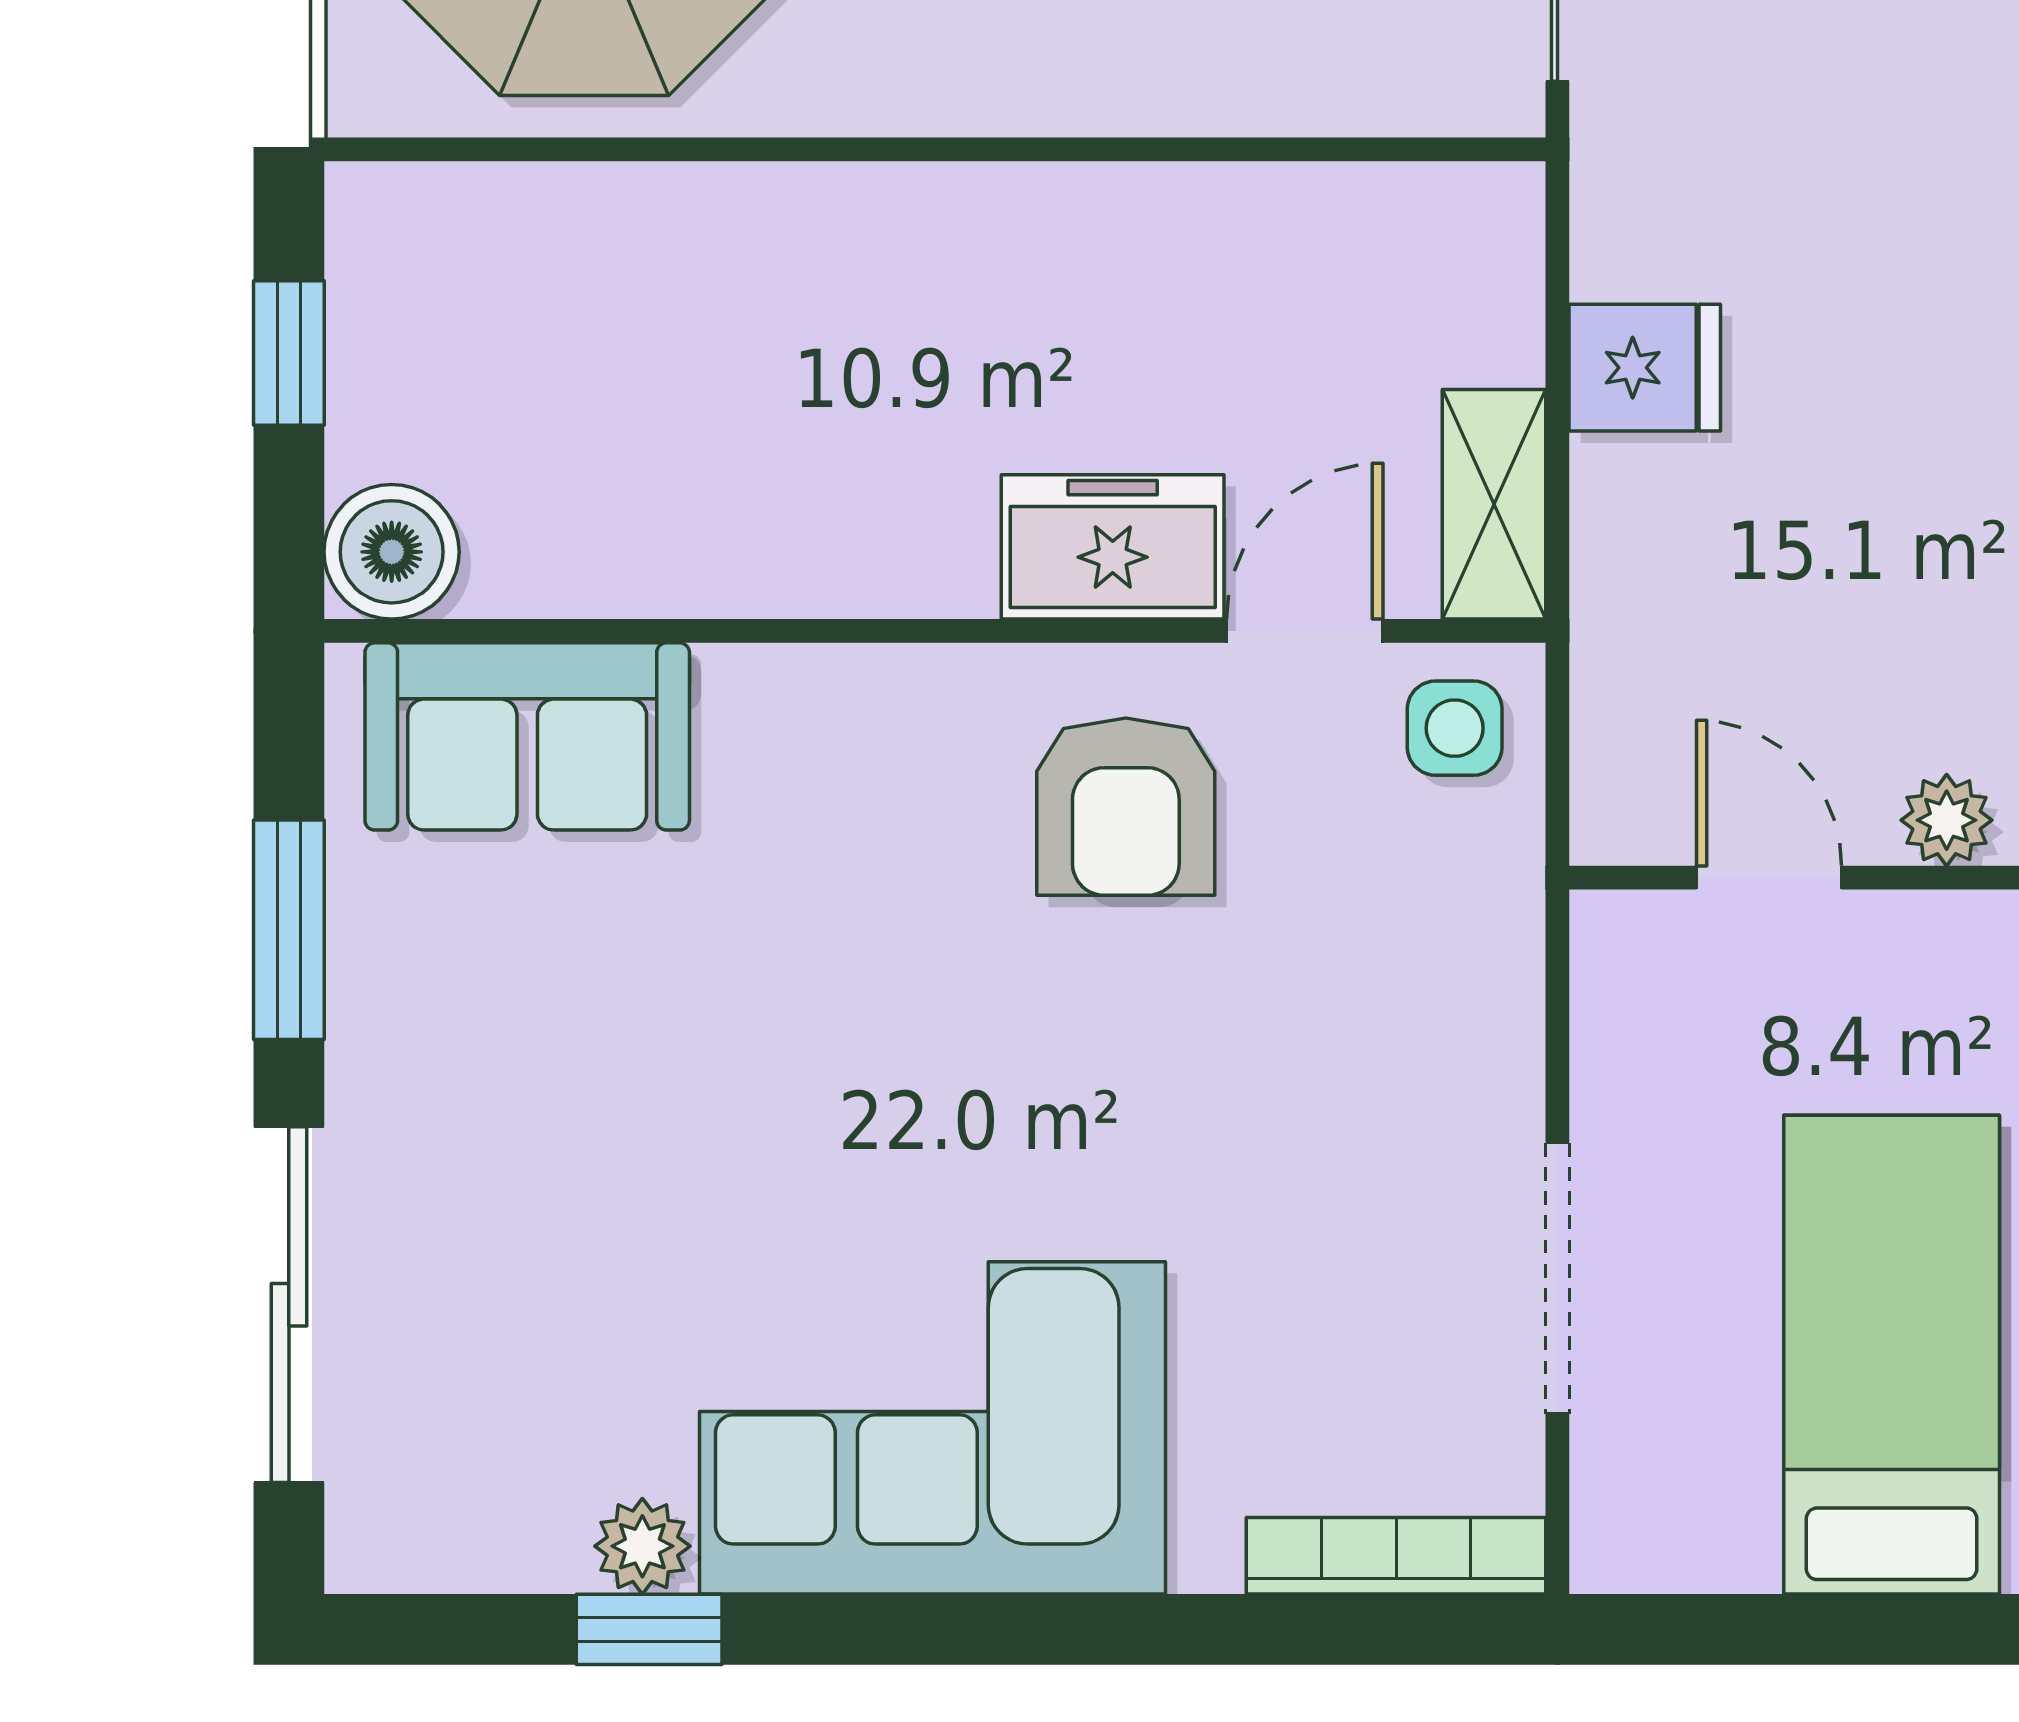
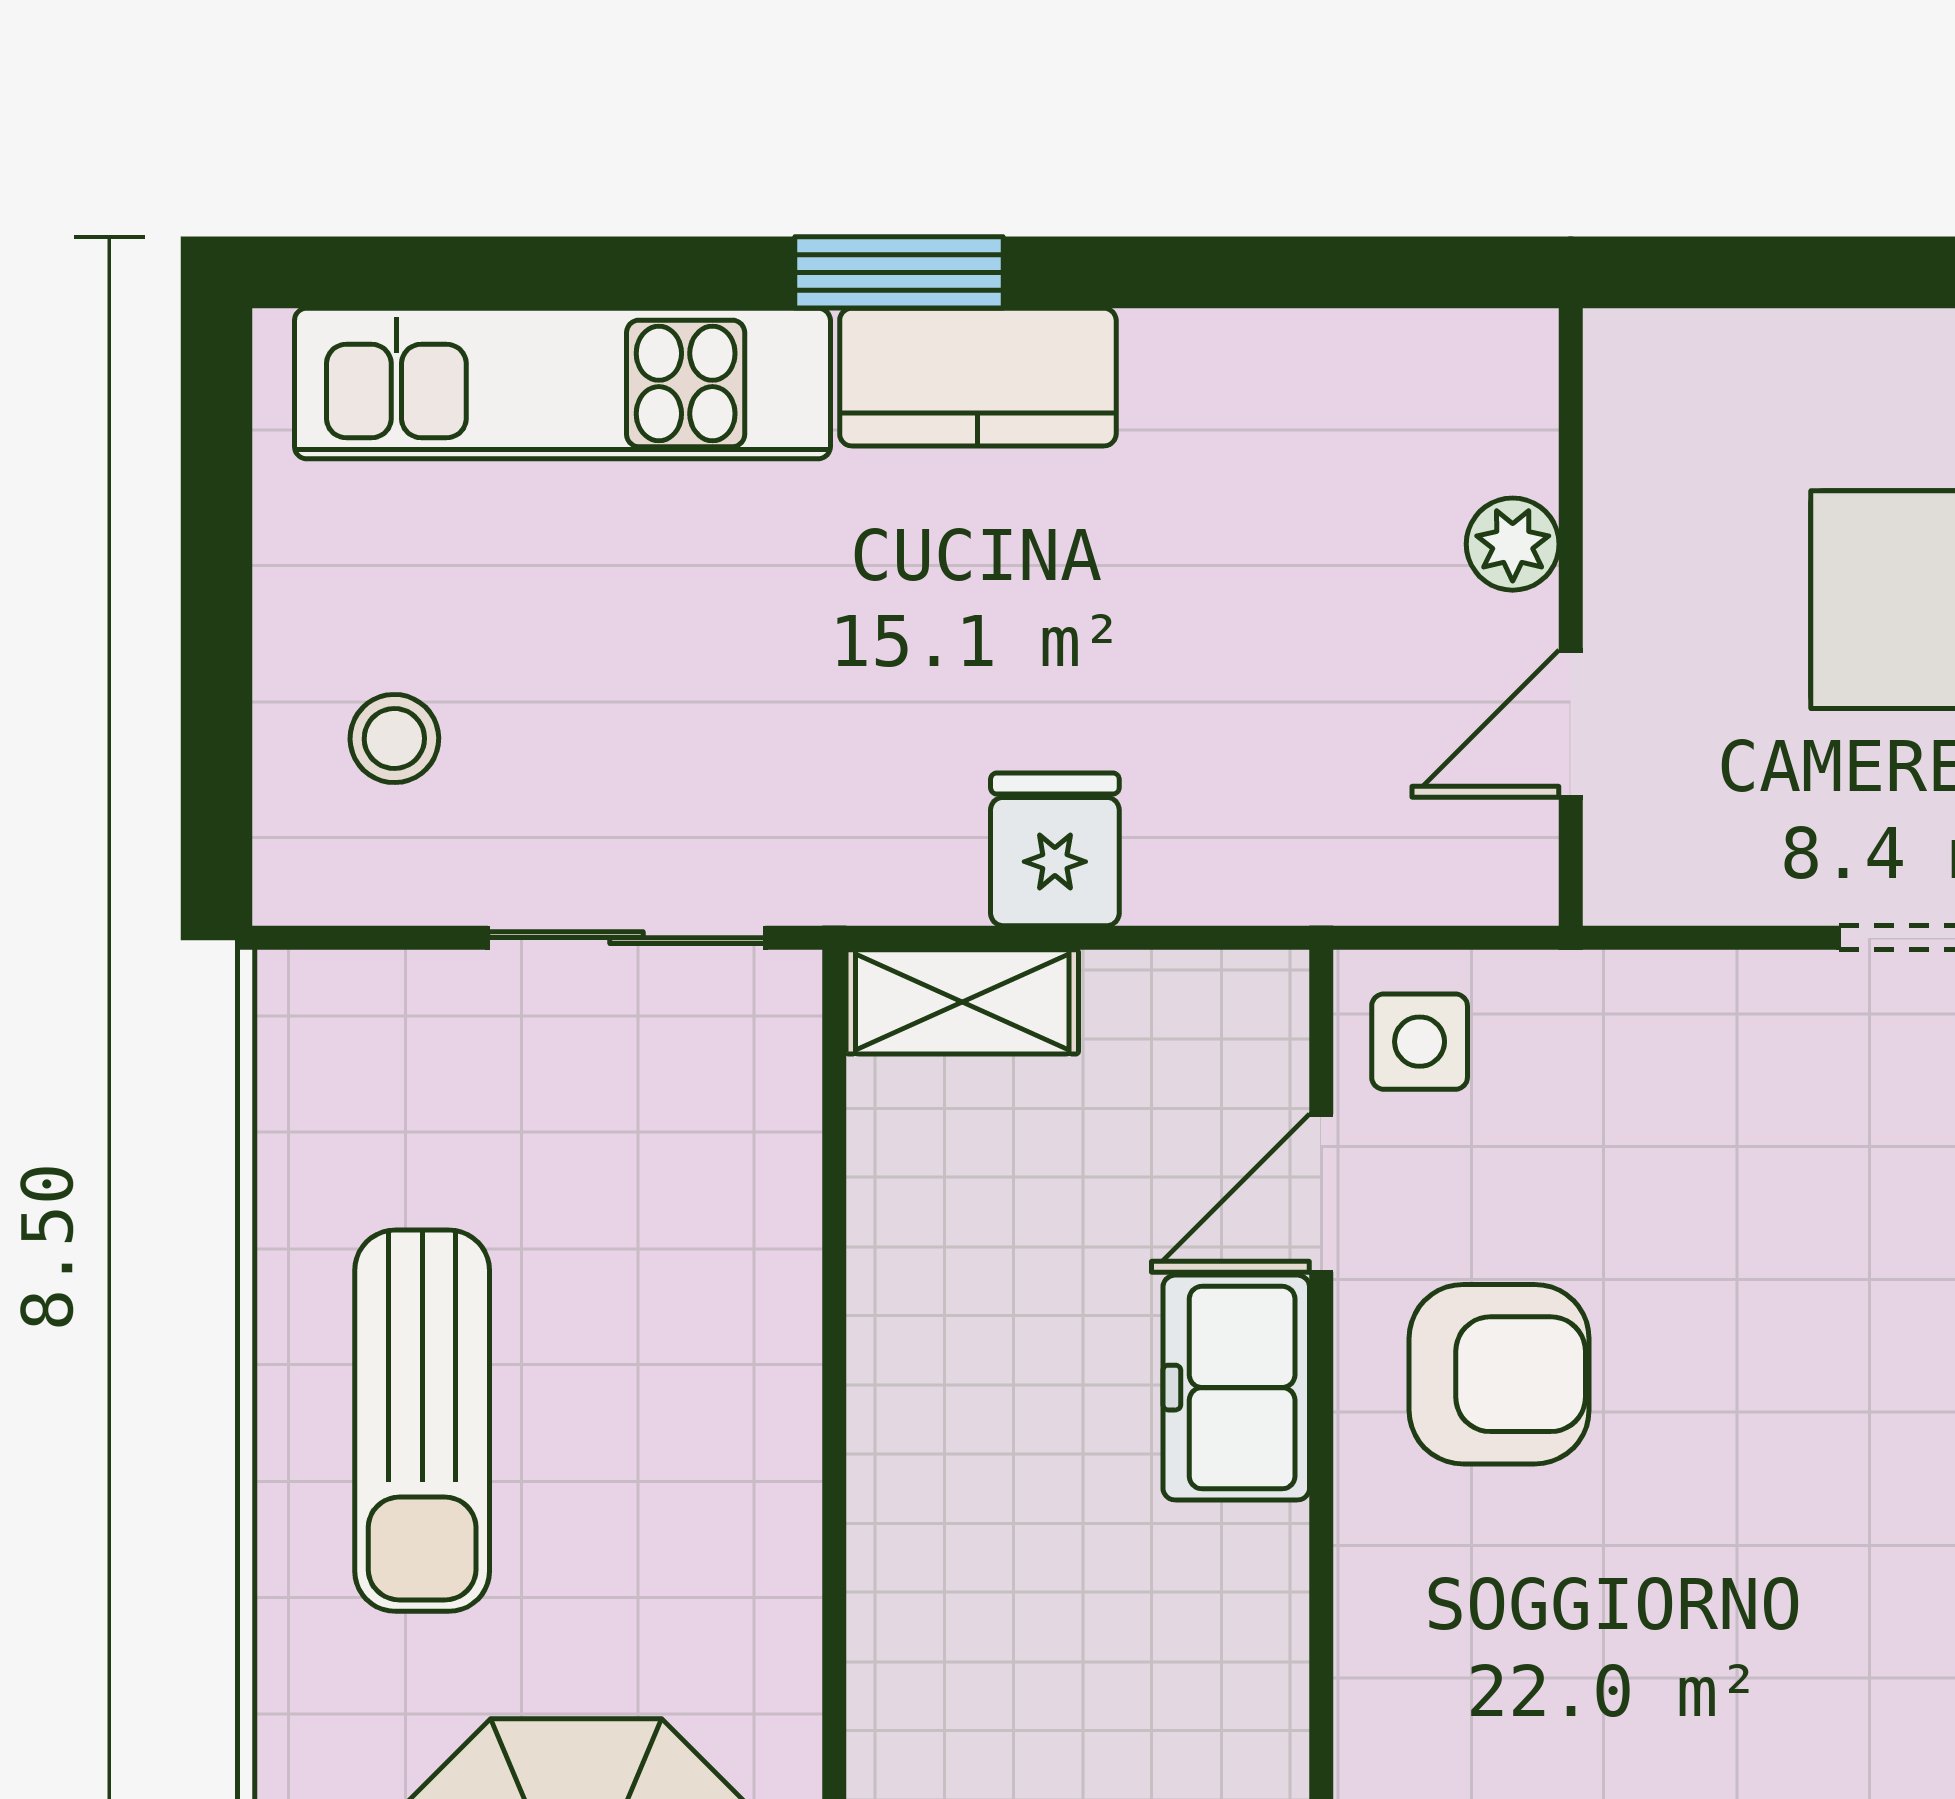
shelving: (1494, 504) -> (962, 1002), moved
door: (1305, 631) -> (1321, 1193), hinge flipped

